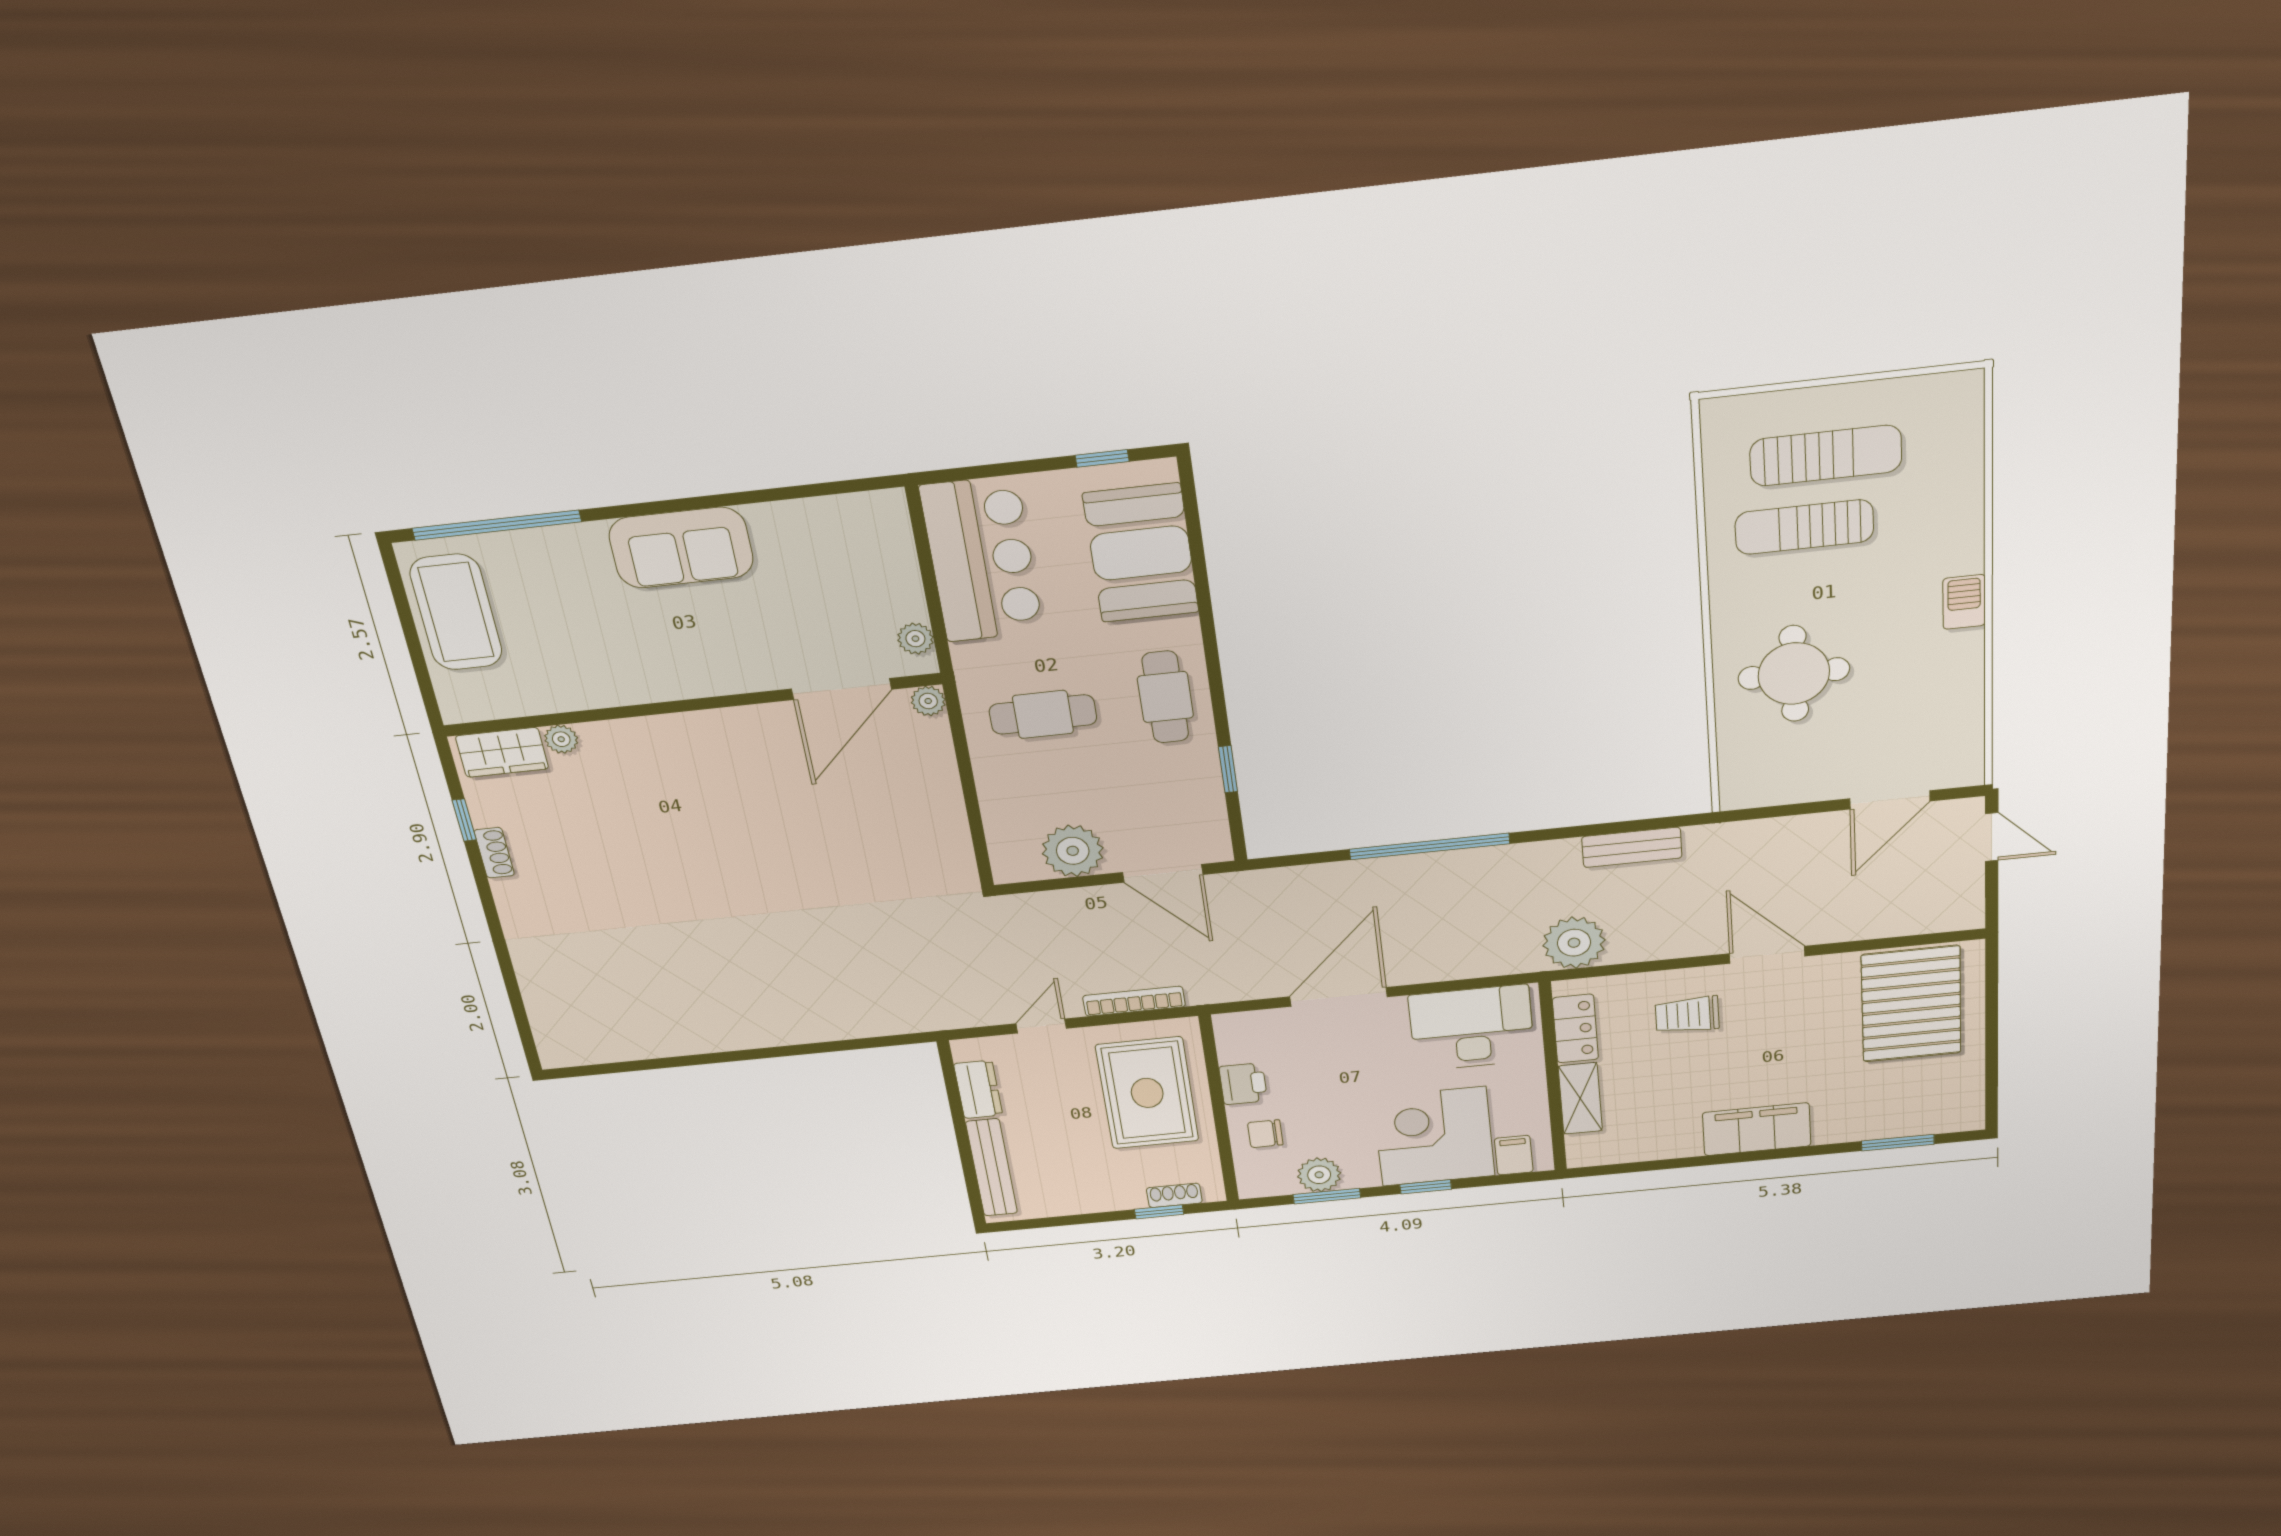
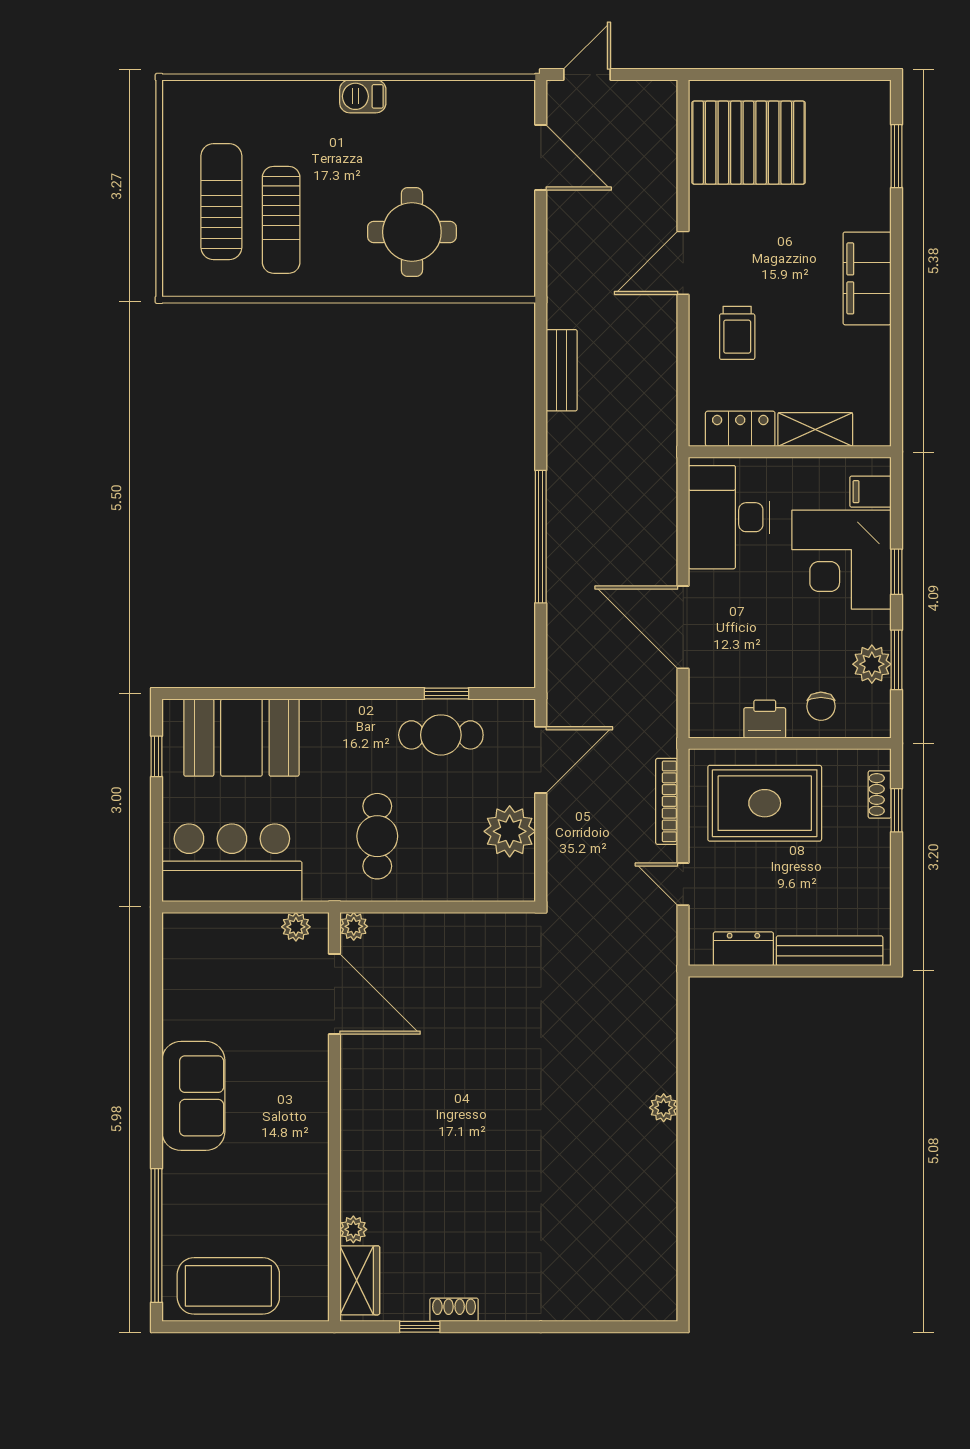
cafe table: (1165, 697) -> (441, 735), moved
plant: (1574, 943) -> (664, 1108), moved, width x0.53, depth x0.53

